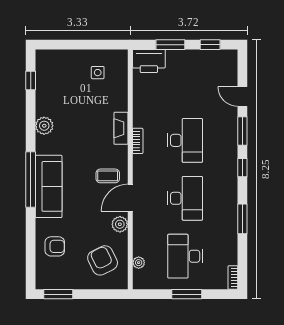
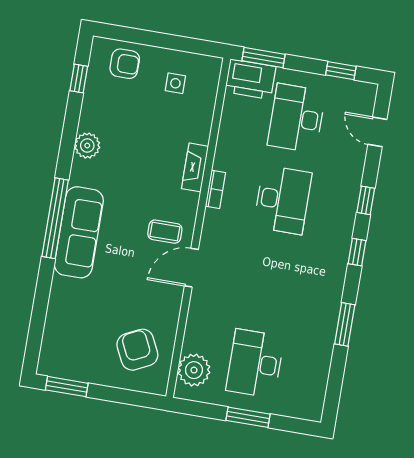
window: (170, 45) -> (264, 58), moved
door: (242, 97) -> (377, 132), moved
window: (242, 131) -> (366, 200), width x0.67
desk: (185, 198) -> (296, 118), moved, turned 180
plant: (120, 224) -> (170, 303), removed
armchair: (55, 246) -> (125, 64), moved
plant: (139, 263) -> (194, 370), width x1.87, depth x1.87
bookcase: (233, 277) -> (317, 405), removed

